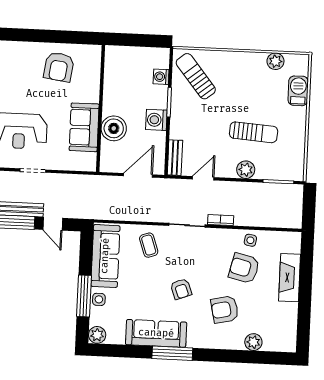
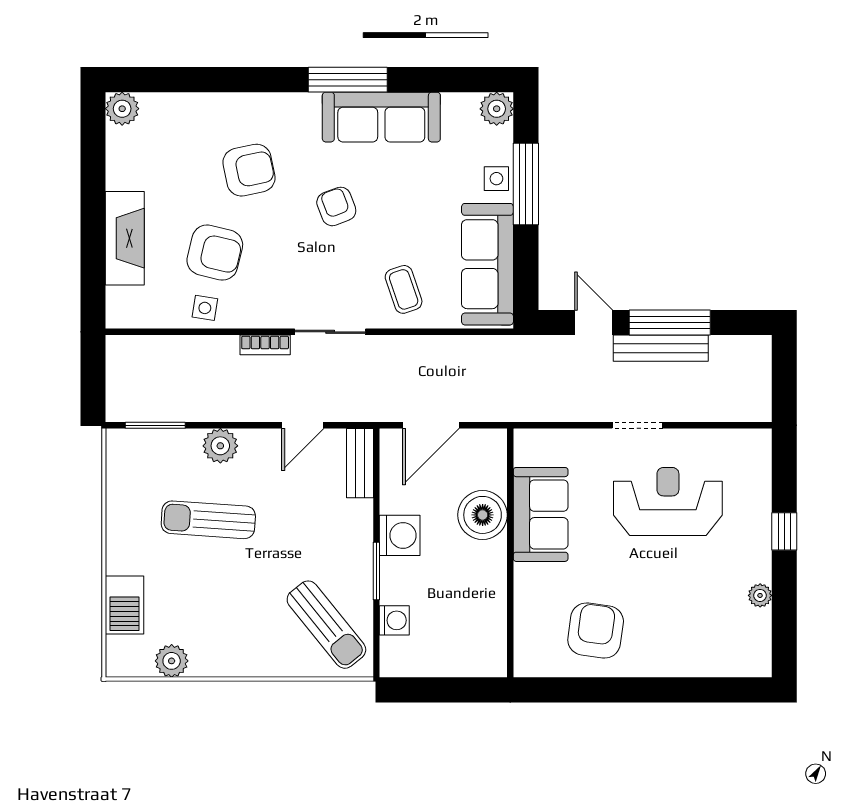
plant: (253, 342) -> (122, 109), moved

